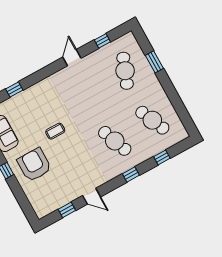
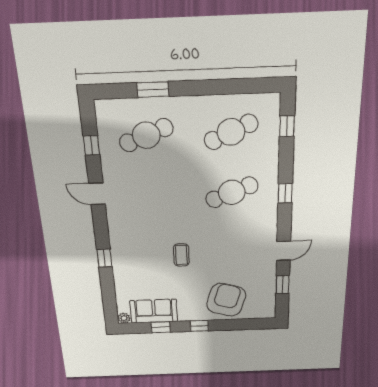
cafe table: (125, 71) -> (146, 135), turned -42
window: (14, 90) -> (104, 258), moved
window: (162, 157) -> (287, 126), moved
armchair: (34, 165) -> (226, 300), moved, turned 107

